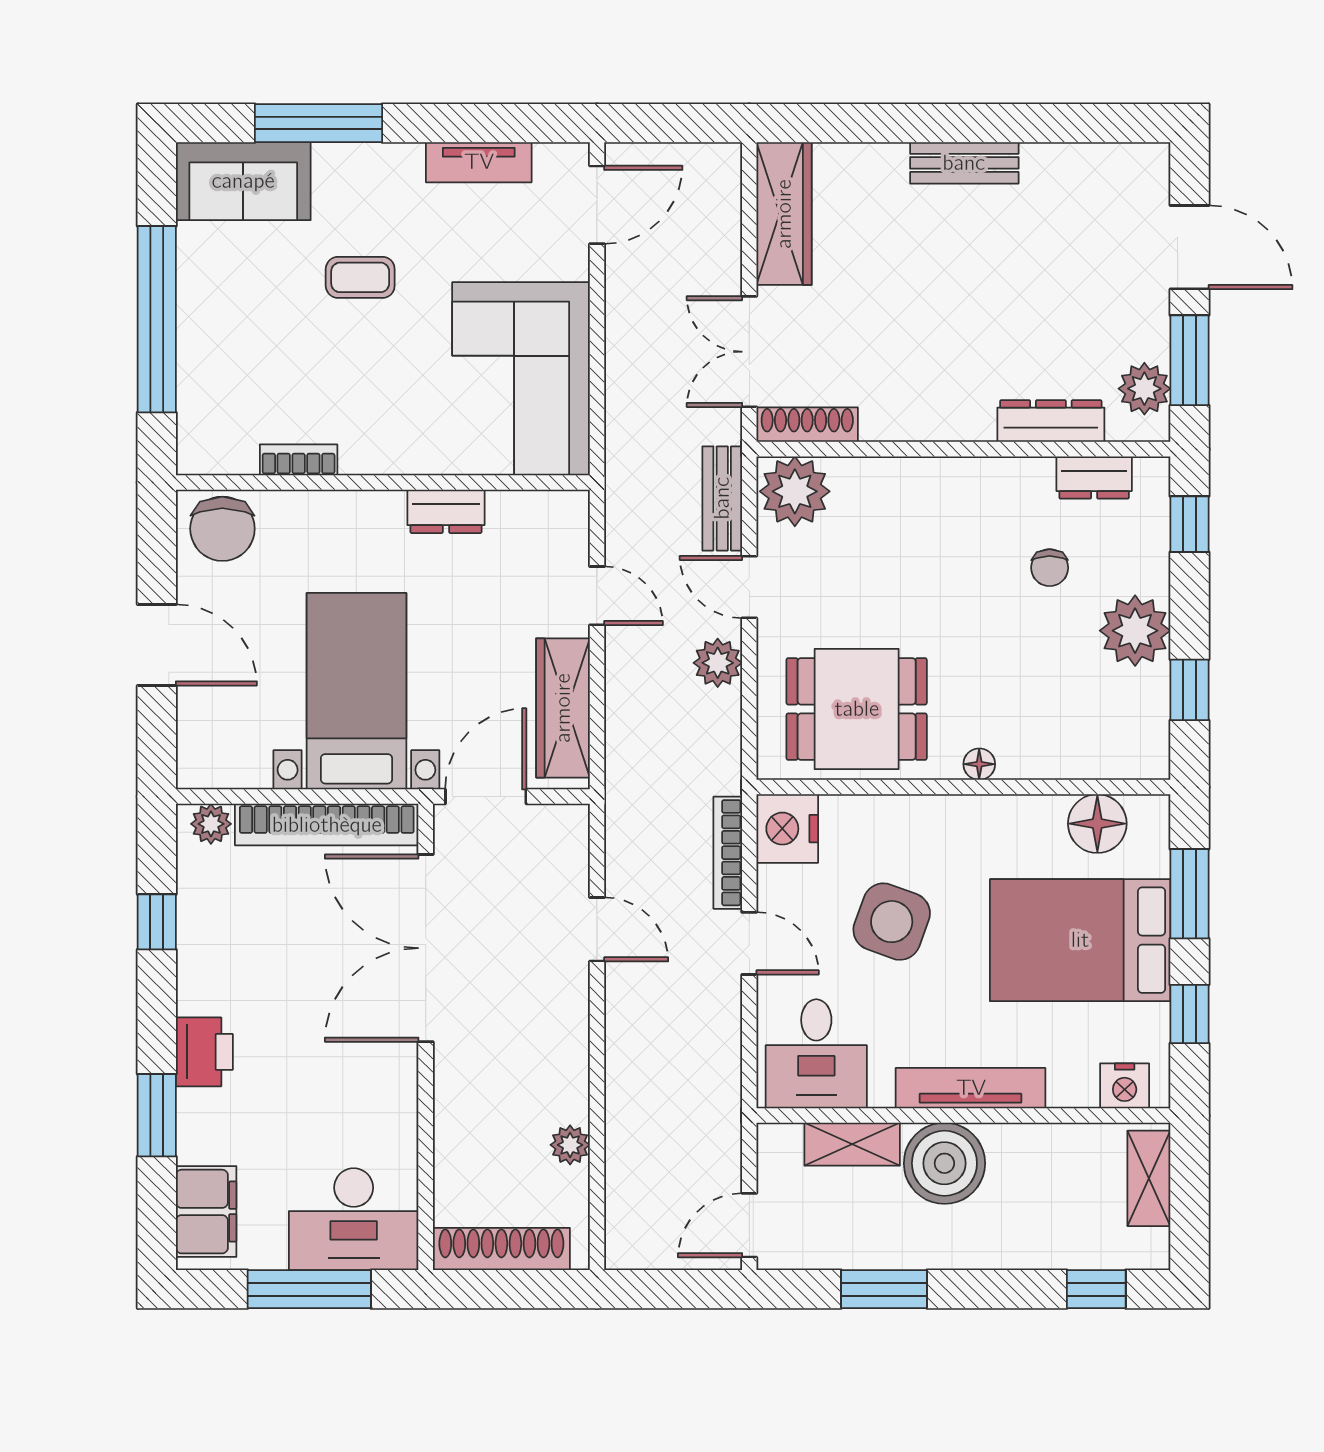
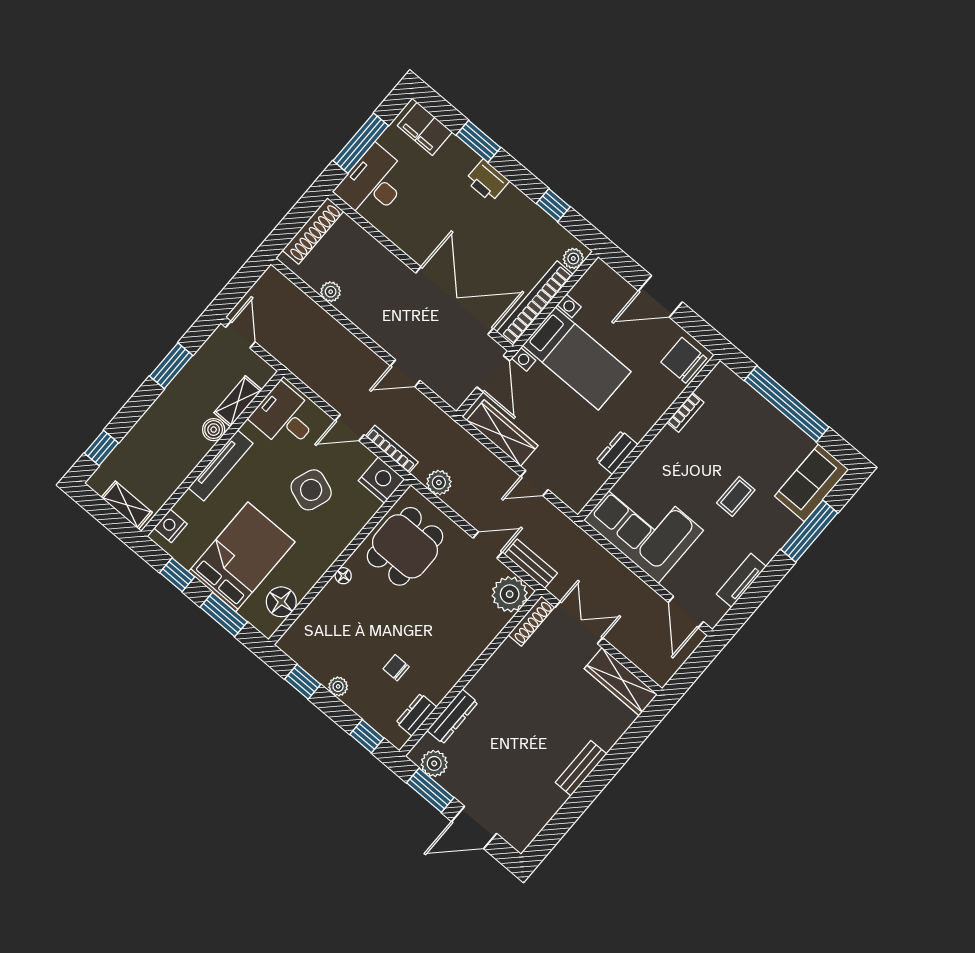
plant: (1135, 631) -> (338, 686), width x0.53, depth x0.53
plant: (718, 663) -> (439, 483), moved
boiler: (944, 1163) -> (214, 430), width x0.54, depth x0.54

